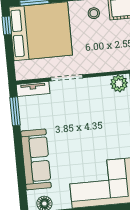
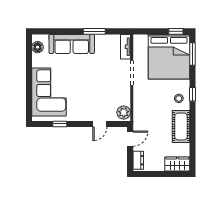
window: (15, 111) -> (94, 31), moved

